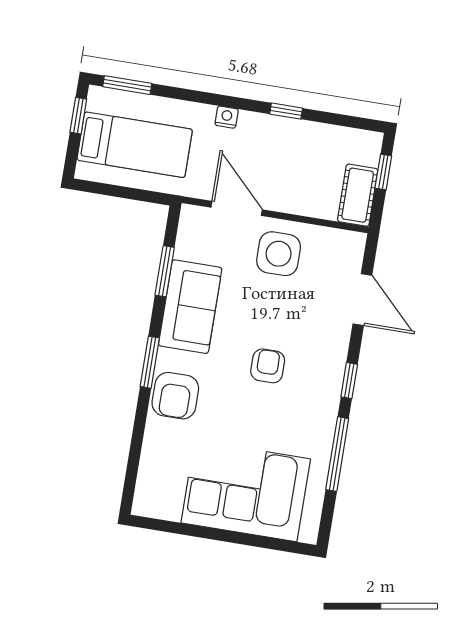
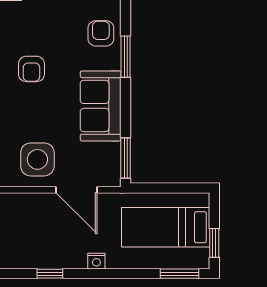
window: (165, 271) -> (126, 158), moved
armchair: (175, 396) -> (101, 33), width x0.72, depth x0.72

